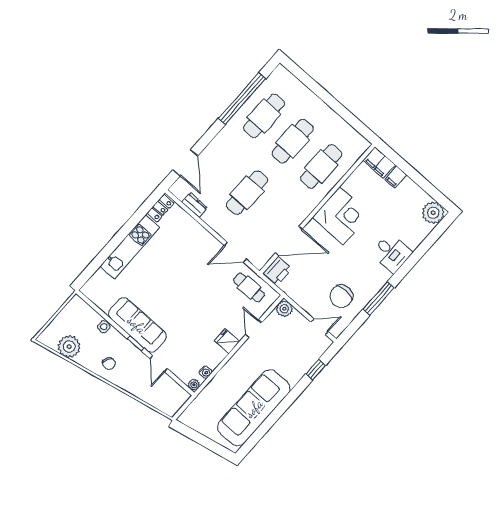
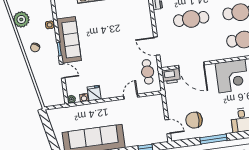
plant: (284, 309) -> (157, 100), removed
fridge: (227, 341) -> (94, 93), moved
door: (159, 364) -> (62, 71), swing flipped

